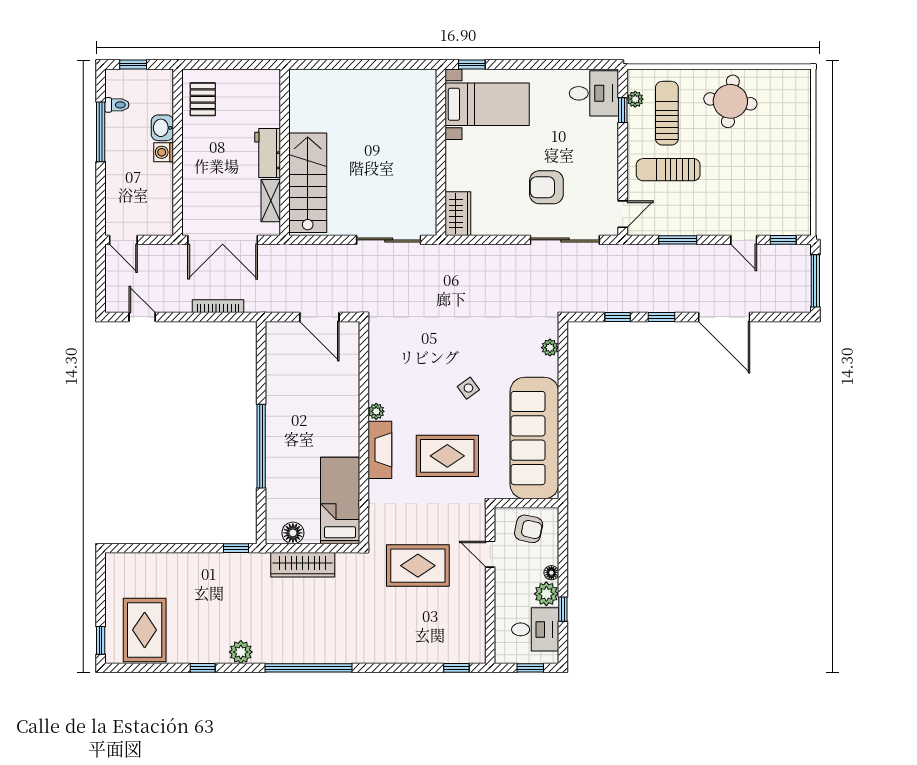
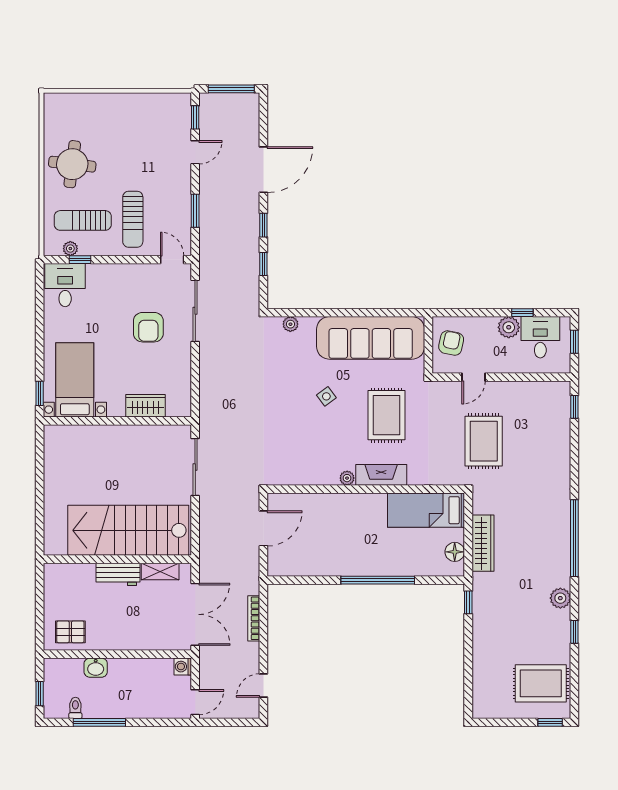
washing machine: (164, 152) -> (183, 667), moved, turned 90
stairs: (308, 183) -> (128, 530), width x1.36, depth x1.51
wardrobe: (458, 214) -> (145, 406), moved
floor lamp: (551, 573) -> (490, 323), removed

